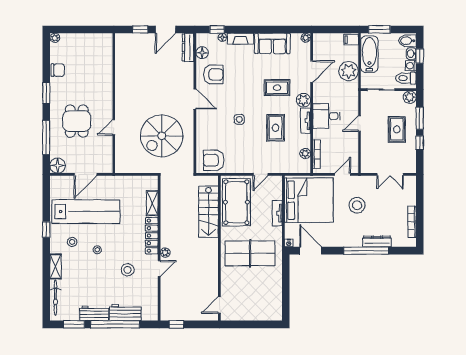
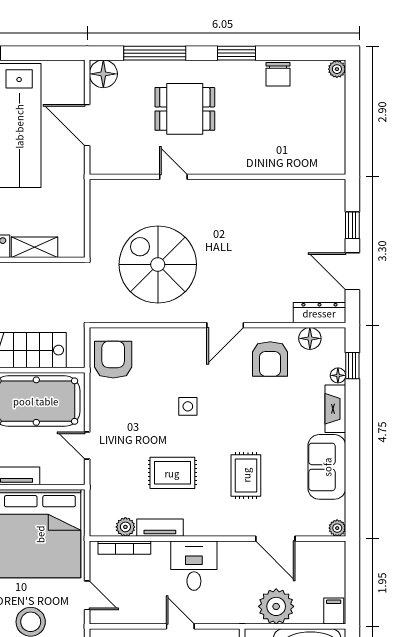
plant: (303, 100) -> (223, 524), removed
tv unit: (306, 121) -> (160, 528), moved

